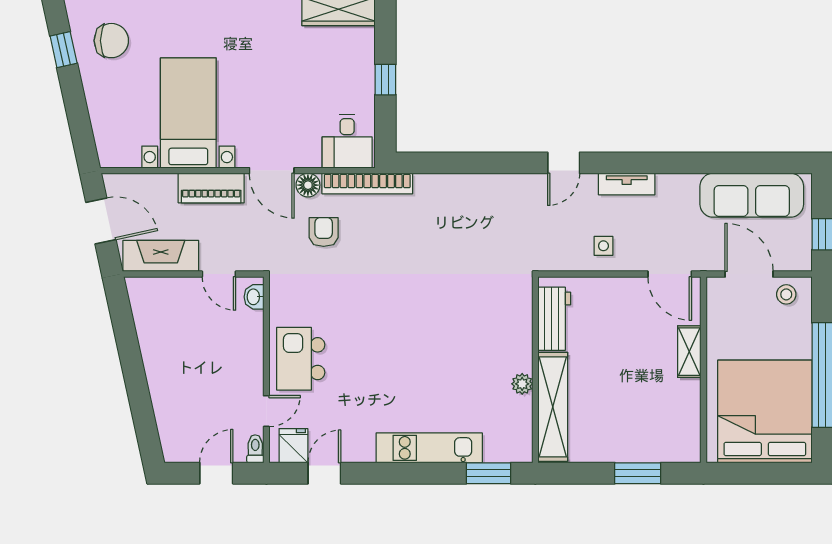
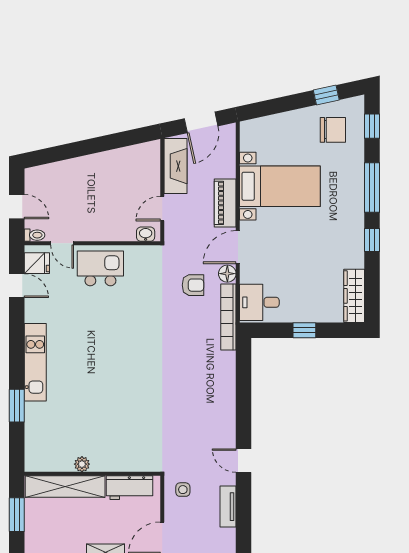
chair: (111, 41) -> (333, 130), turned -90
workbench: (554, 319) -> (130, 488), moved
wall: (535, 370) -> (92, 474), moved
plant: (522, 384) -> (82, 464), moved
shelving: (553, 407) -> (65, 487), moved

